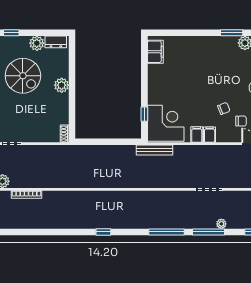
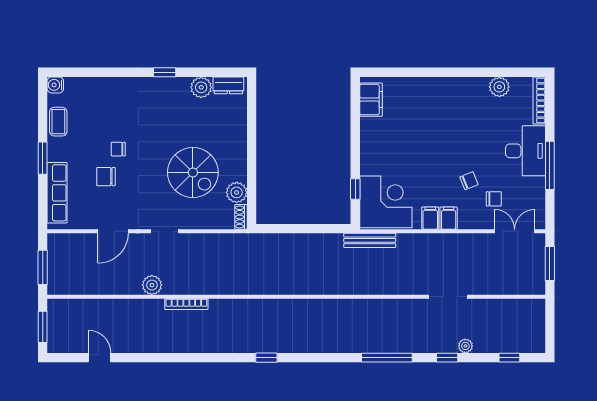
window: (232, 33) -> (480, 72), removed
spiral stairs: (23, 76) -> (193, 172), moved
plant: (62, 85) -> (237, 192), moved
window: (103, 232) -> (266, 358), moved
window: (208, 232) -> (447, 358), width x0.46

